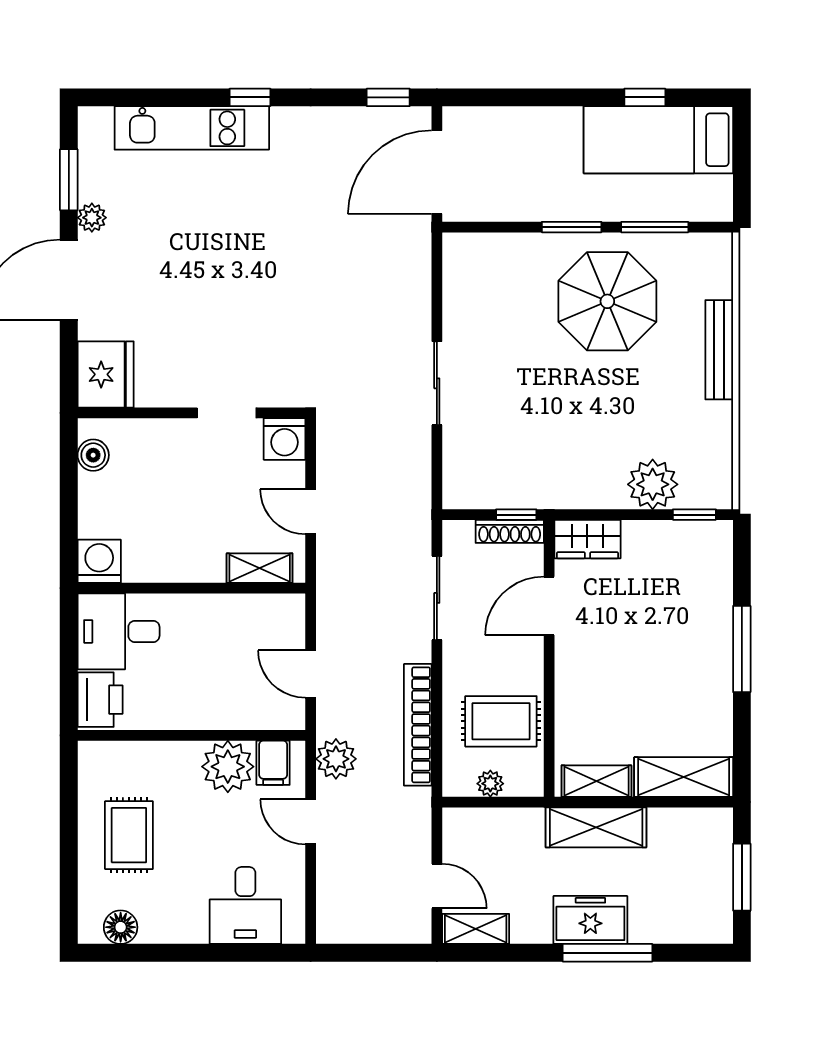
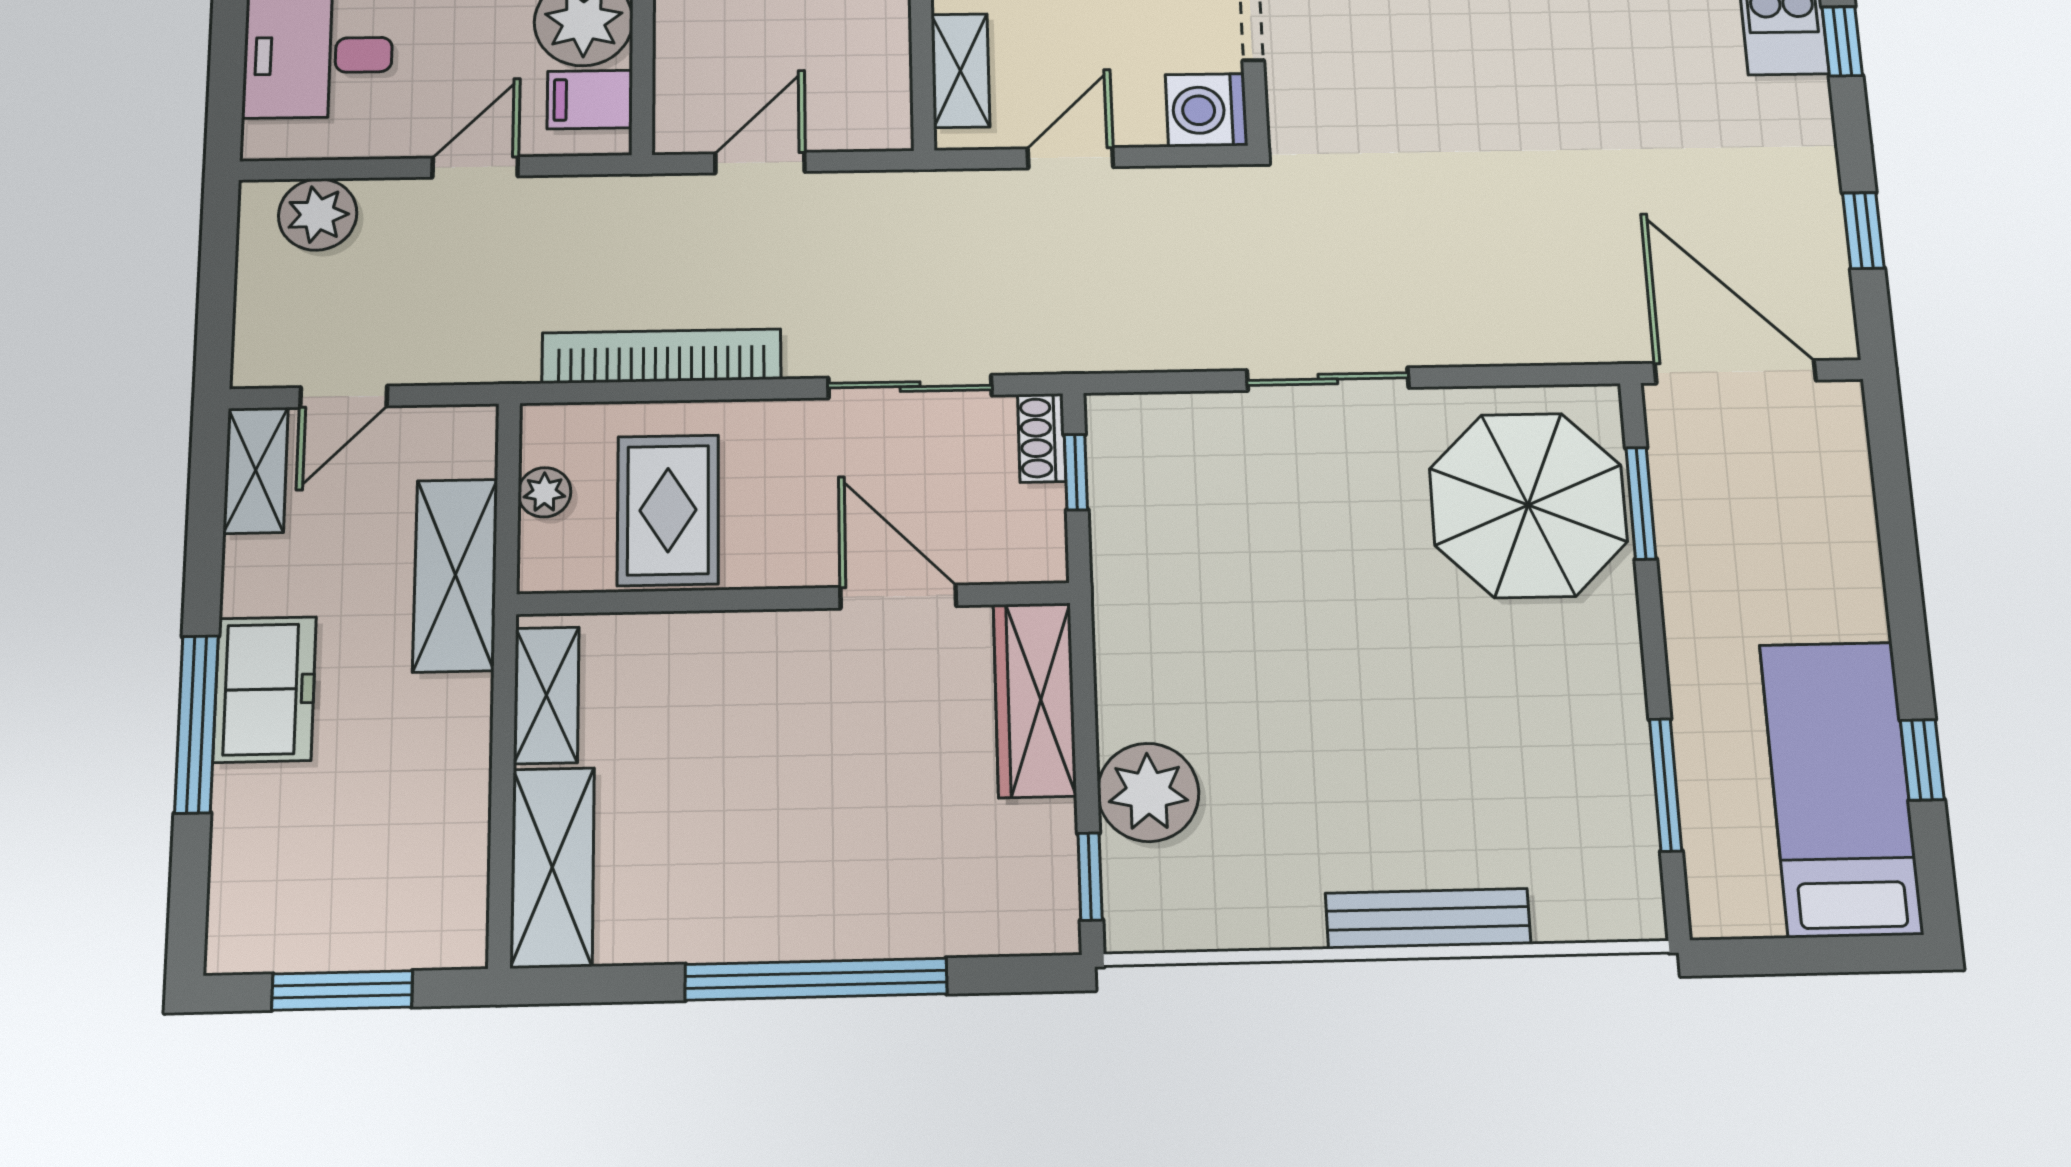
window: (388, 97) -> (1863, 231), moved
window: (572, 227) -> (1641, 503), moved
parasol: (607, 301) -> (1528, 505), moved
window: (516, 515) -> (1076, 472), moved
shoe rack: (510, 531) -> (1042, 438), moved, width x0.70
wardrobe: (587, 539) -> (1035, 700), width x1.50
window: (742, 649) -> (816, 979), width x1.46
plant: (336, 759) -> (318, 214), moved
shelving: (596, 827) -> (455, 575), moved

